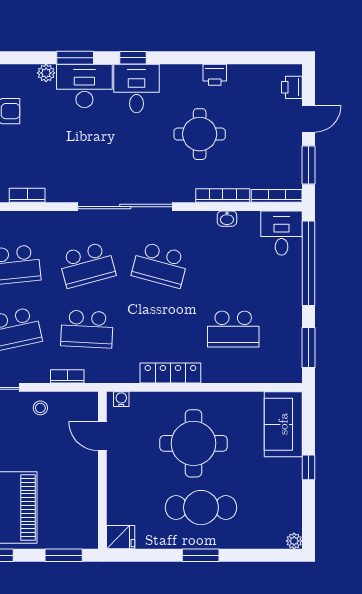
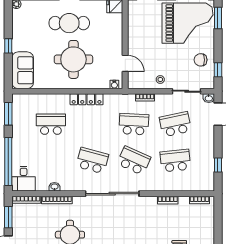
school desk: (87, 265) -> (134, 161), turned 39

